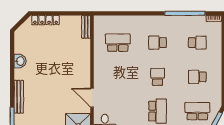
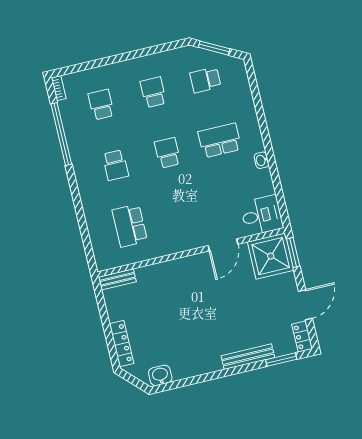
washbasin: (20, 61) -> (160, 375), moved
school desk: (158, 77) -> (168, 153), turned 90
school desk: (197, 77) -> (153, 92), turned 180
school desk: (197, 111) -> (205, 80), width x0.54

